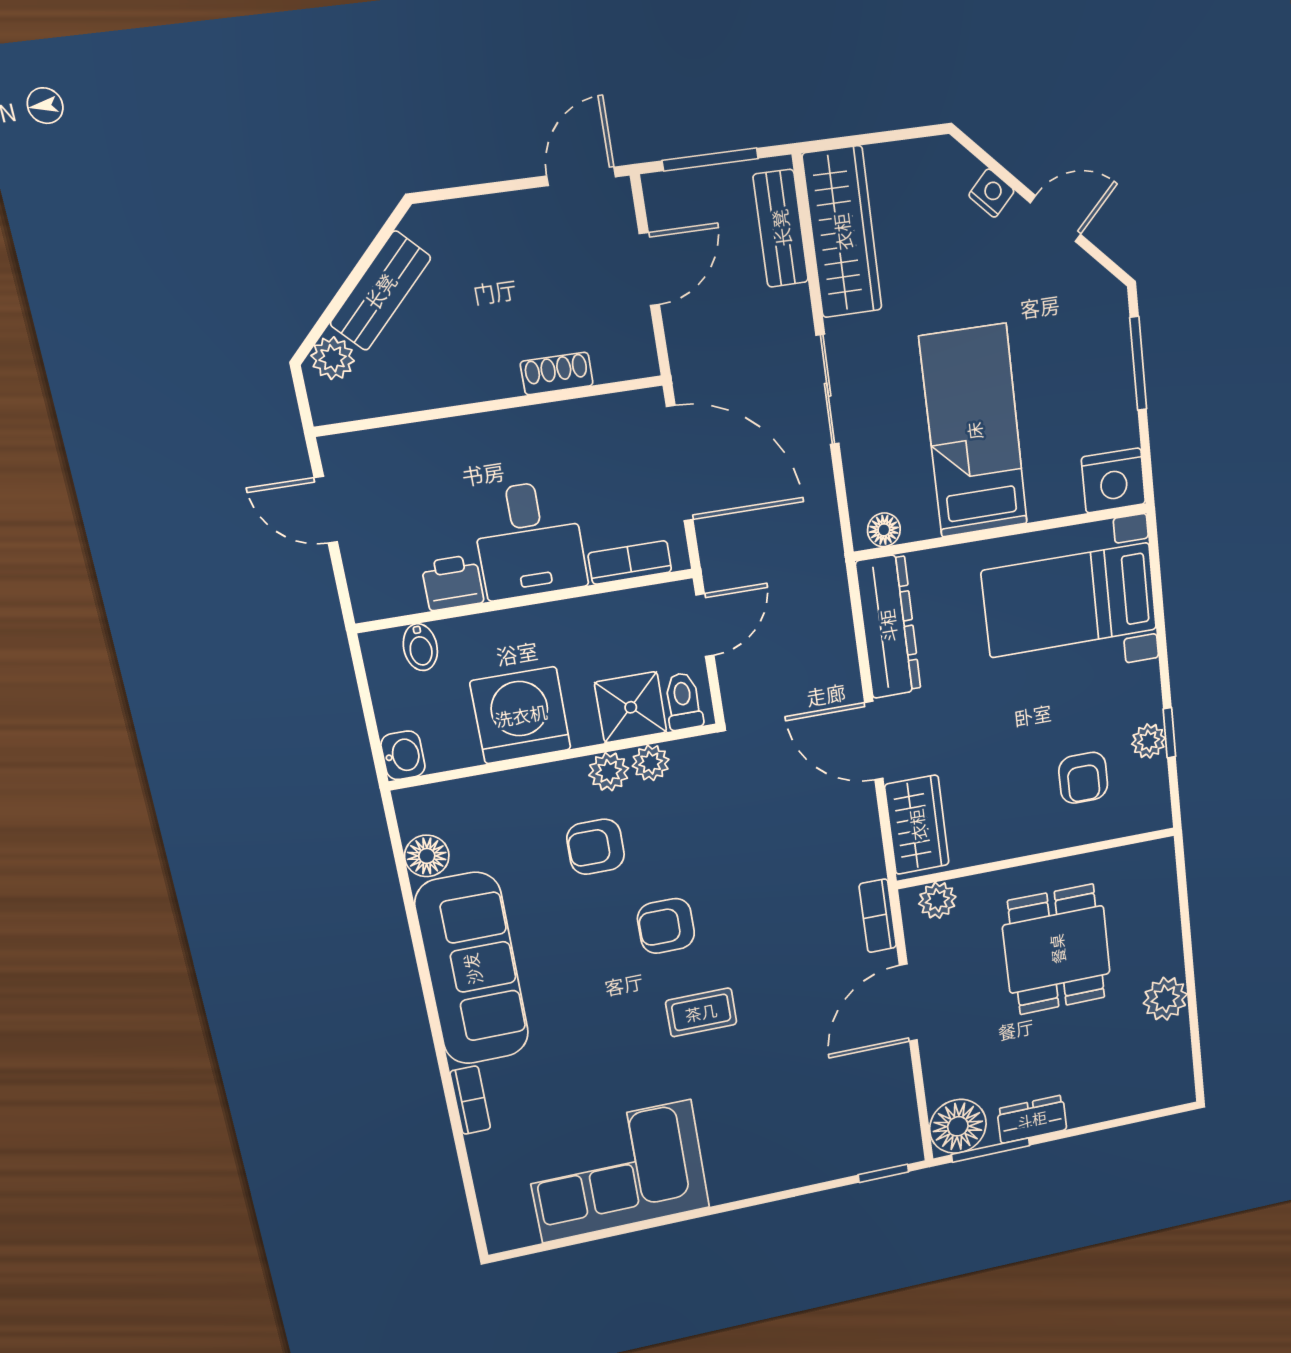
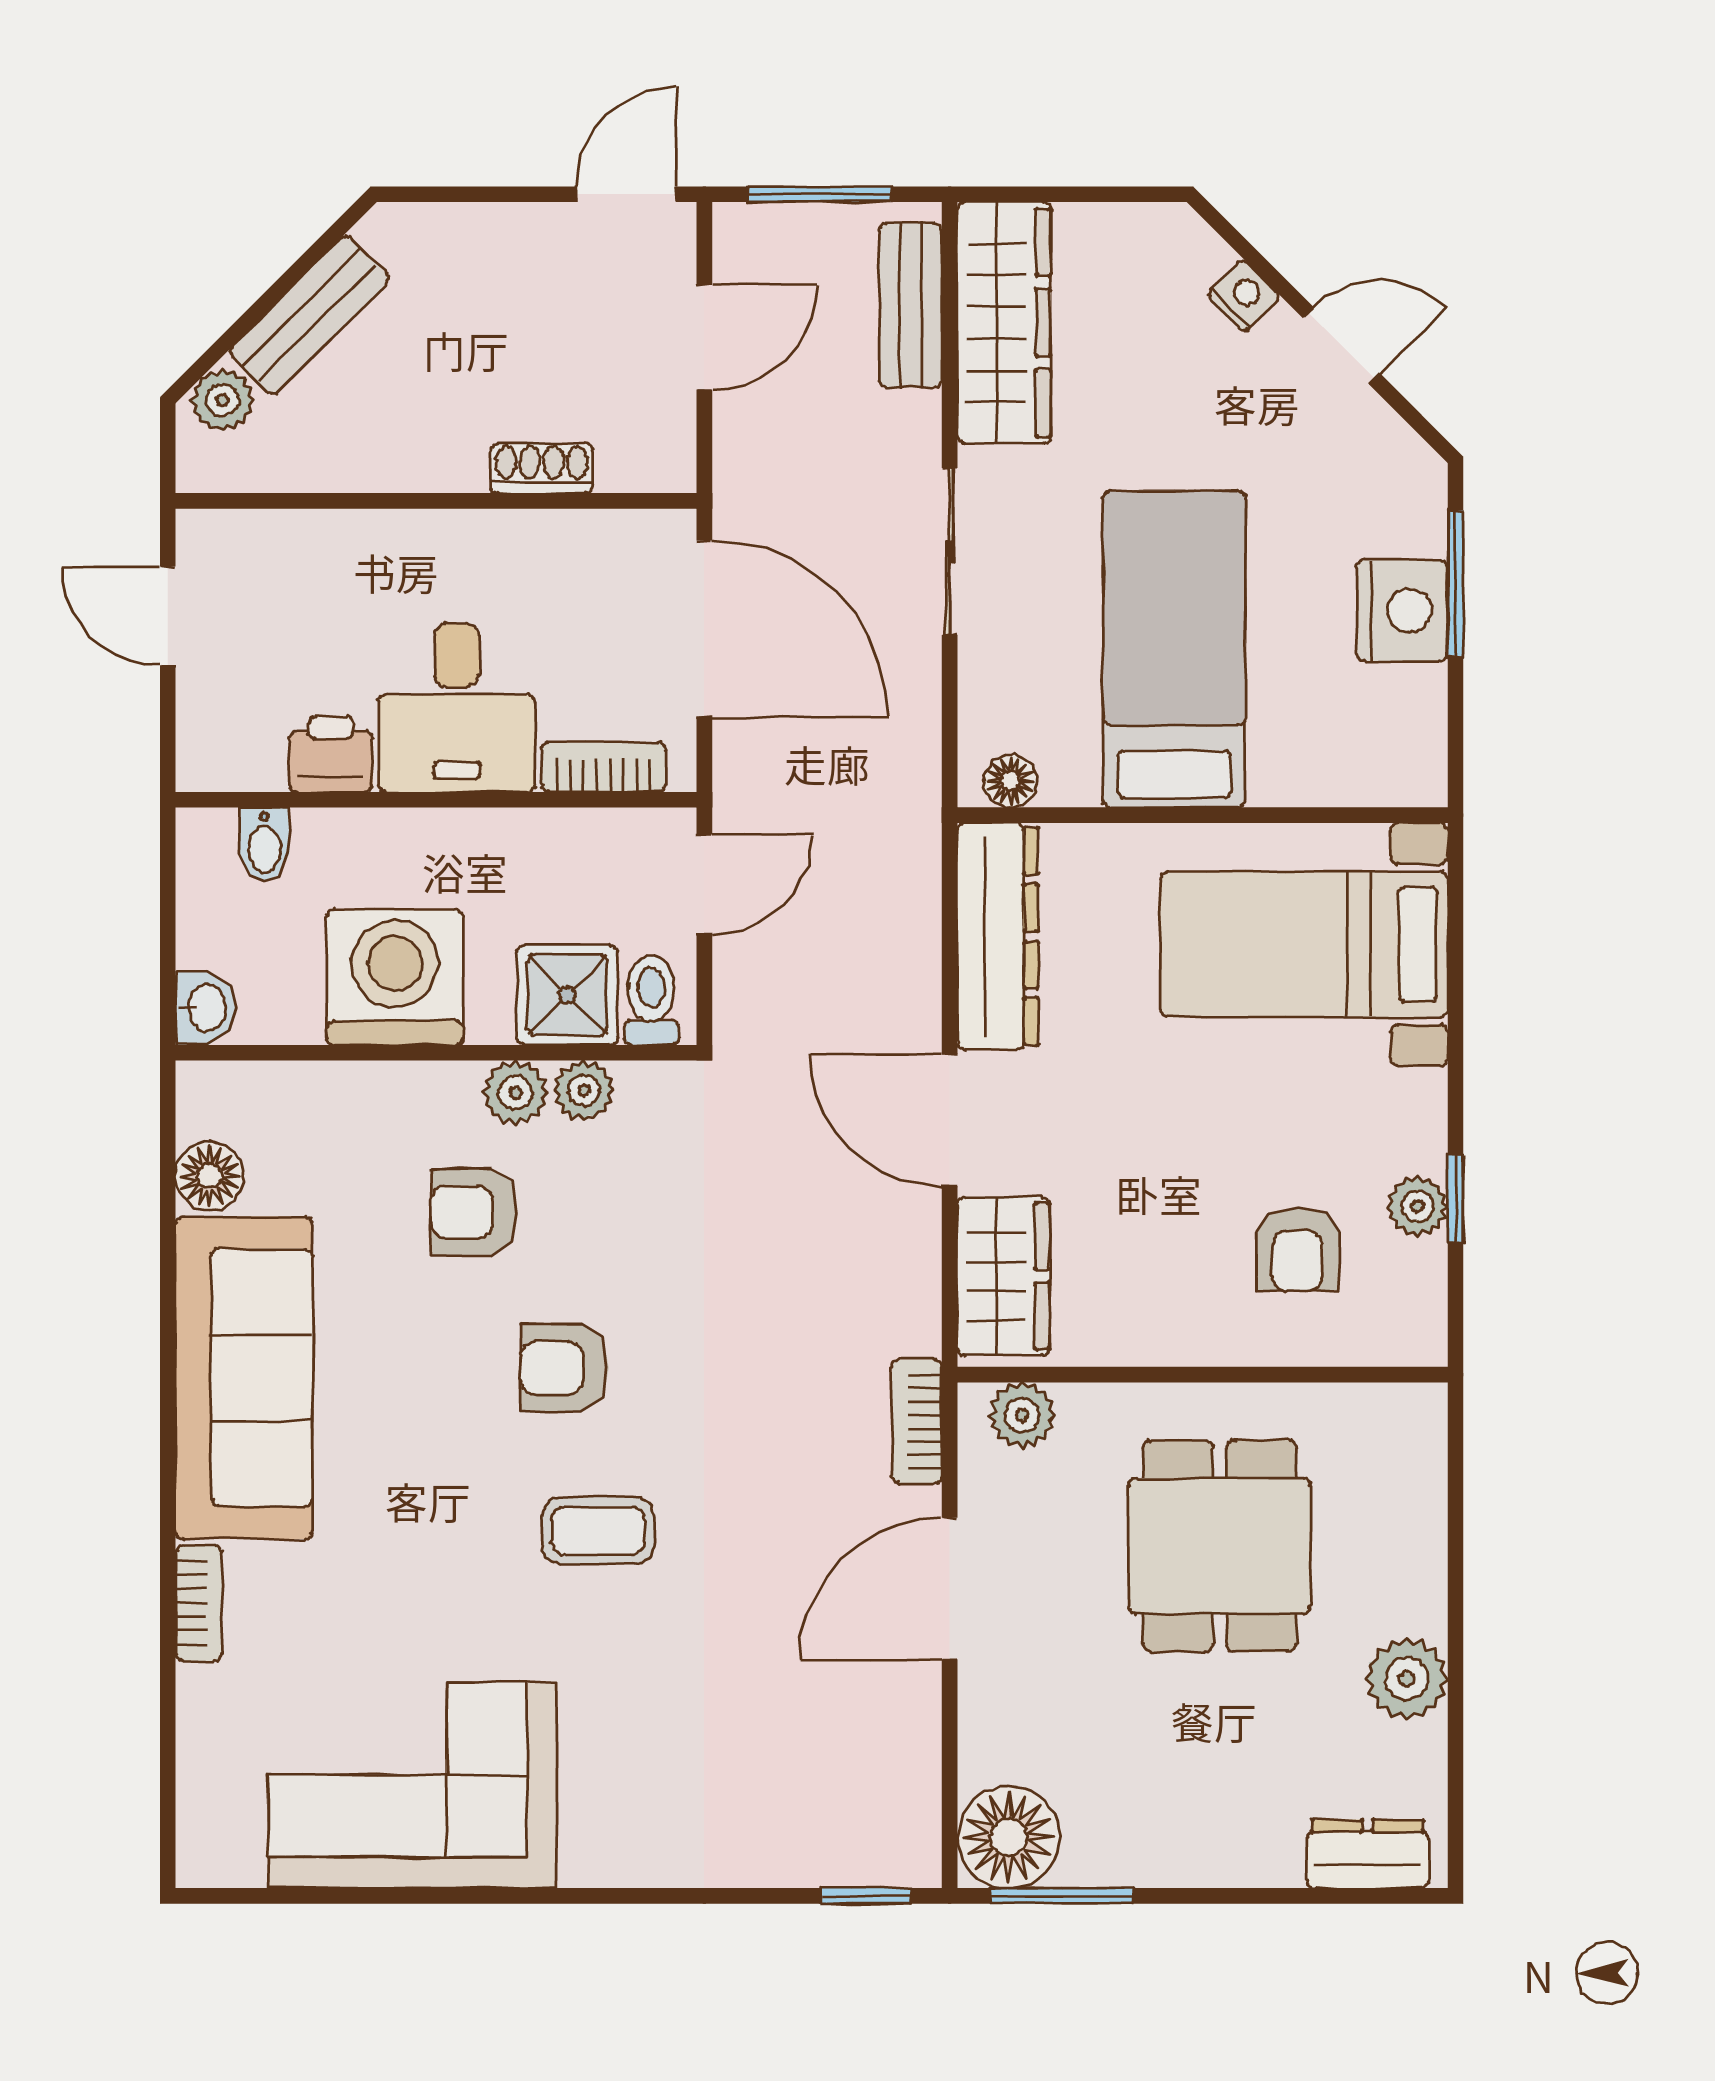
nightstand: (1113, 481) -> (1402, 610), moved, turned -90
dresser: (1032, 1119) -> (1368, 1854), moved

